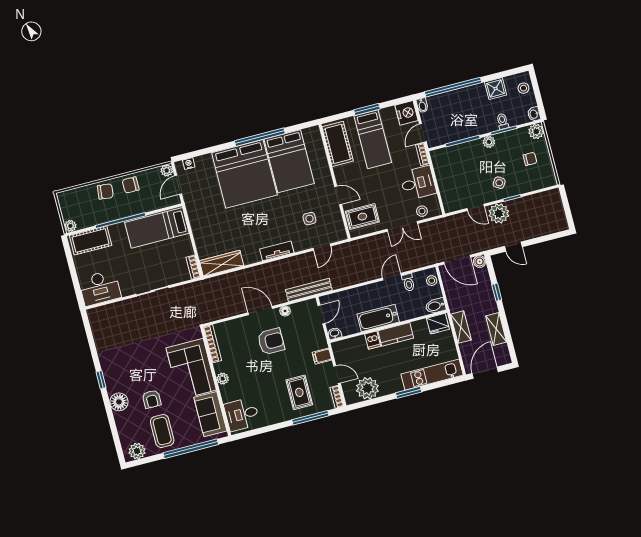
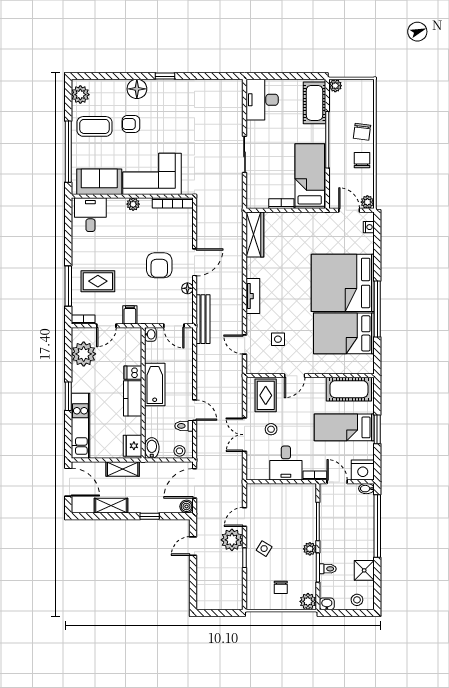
stool: (422, 211) -> (271, 429), moved
bookcase: (193, 267) -> (281, 204), moved

